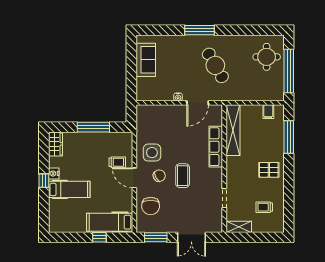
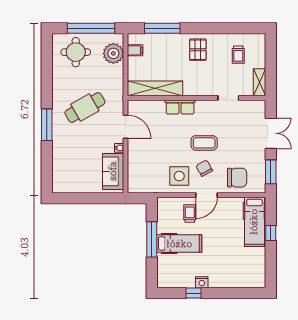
sofa: (146, 60) -> (113, 171), moved, turned -90
plant: (265, 92) -> (113, 53), added
wardrobe: (55, 144) -> (170, 280), removed
row of seats: (216, 147) -> (180, 107), width x0.68
window: (44, 181) -> (194, 293), moved
hospital bed: (69, 189) -> (179, 244), moved, turned 90

